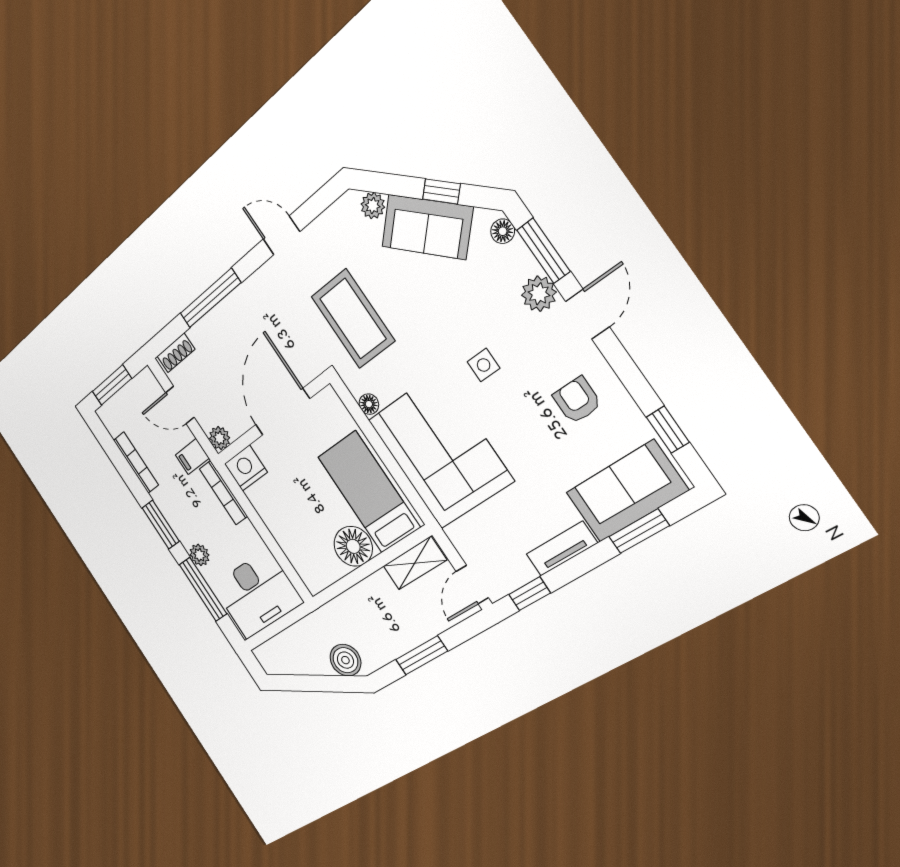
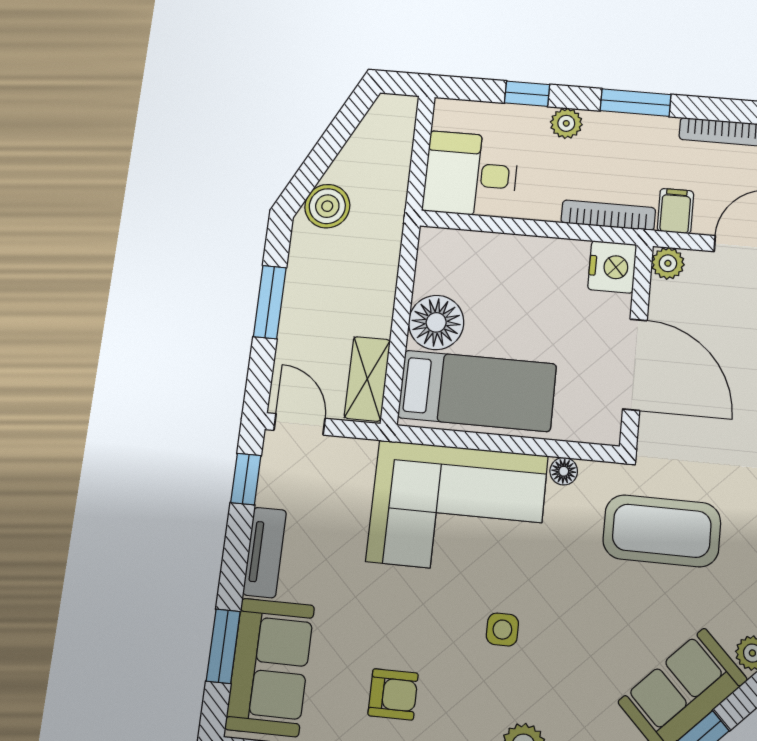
window: (203, 589) -> (527, 94), width x0.46
desk: (257, 594) -> (471, 174), width x0.73

